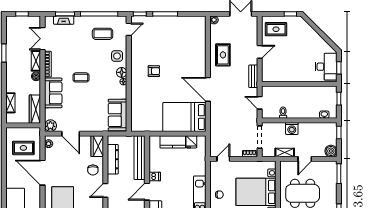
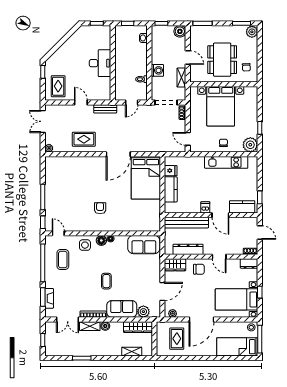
desk: (326, 67) -> (100, 63), moved, turned 90
plant: (50, 126) -> (143, 312), moved

